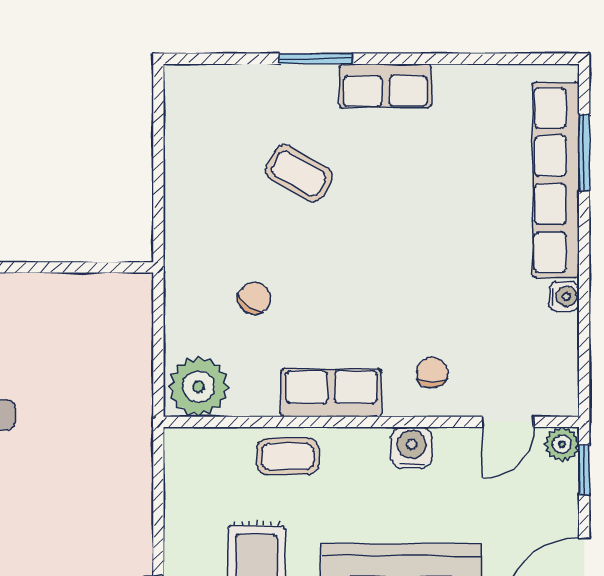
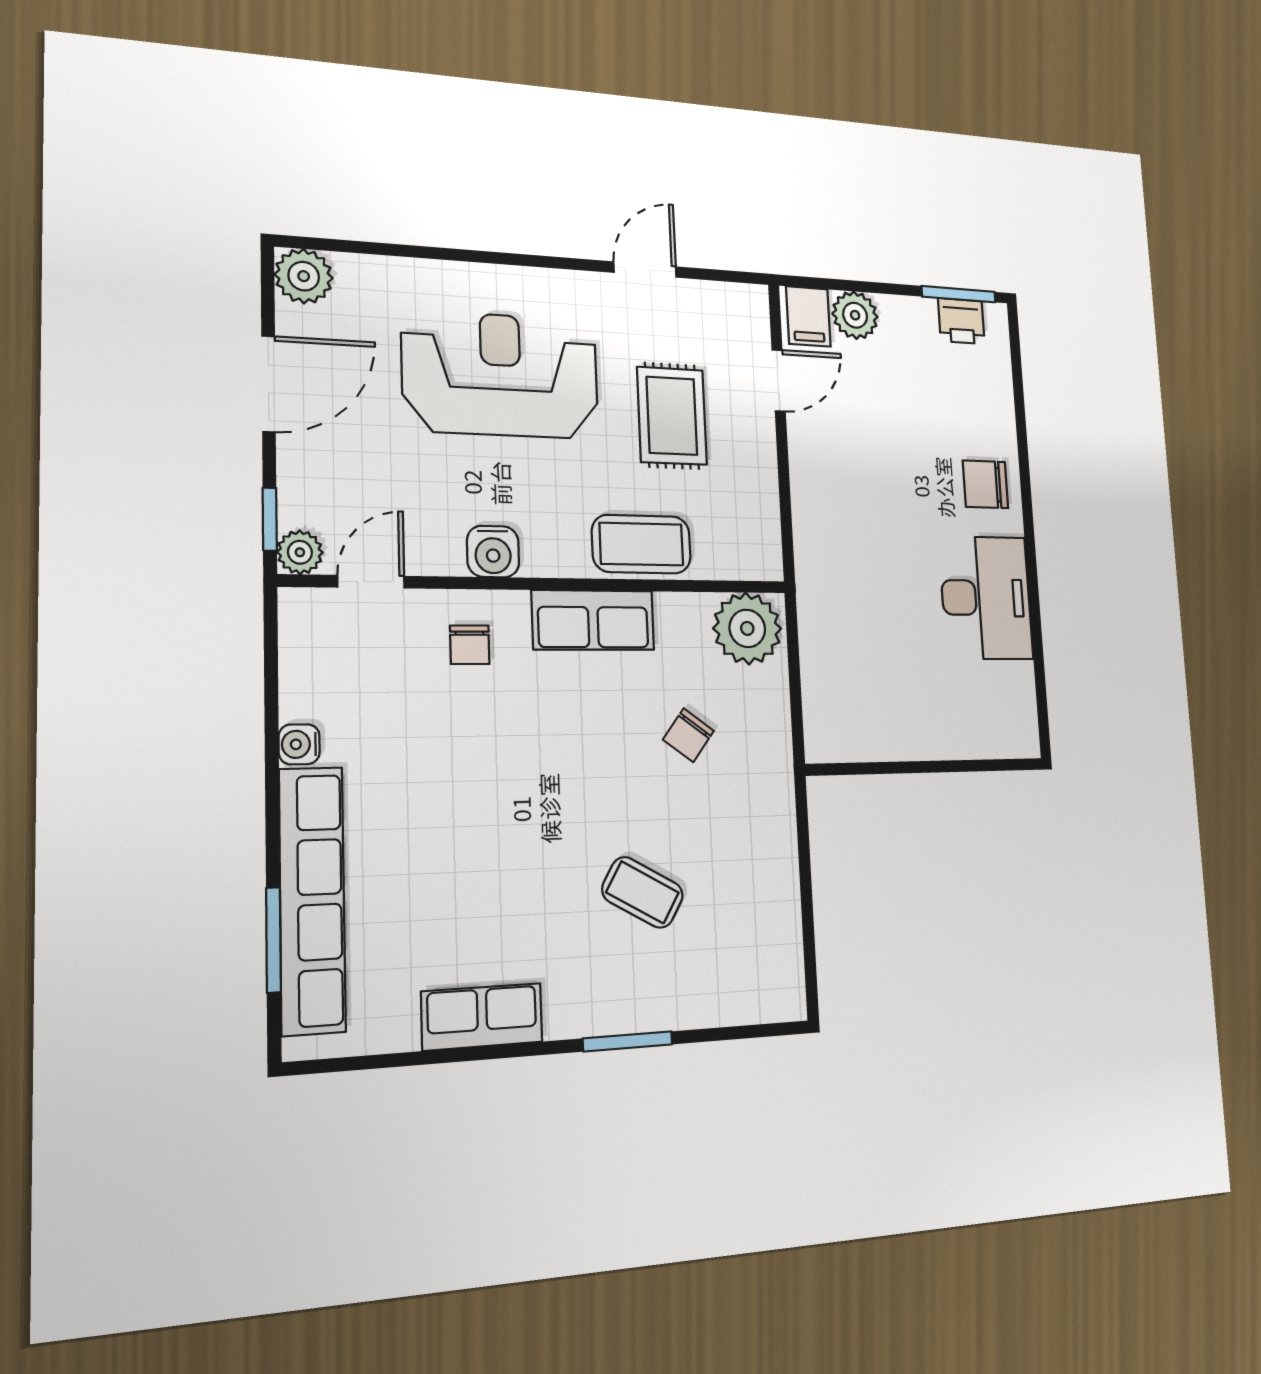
row of seats: (385, 86) -> (482, 1017), moved
coffee table: (288, 456) -> (641, 544), width x1.36, depth x1.30

